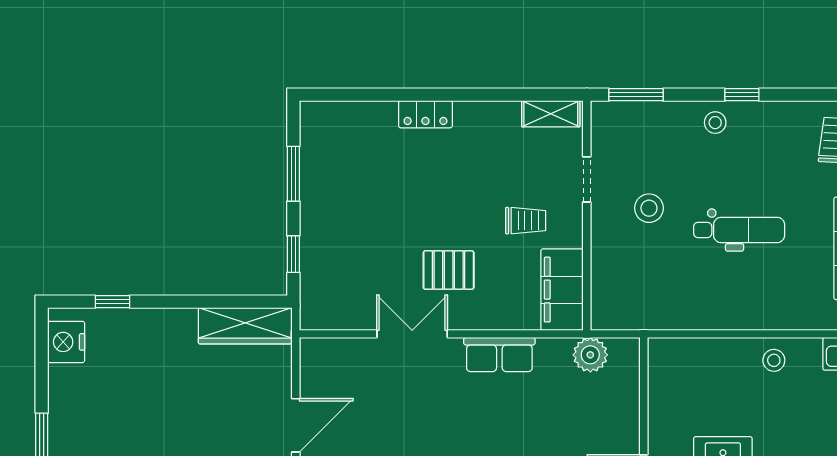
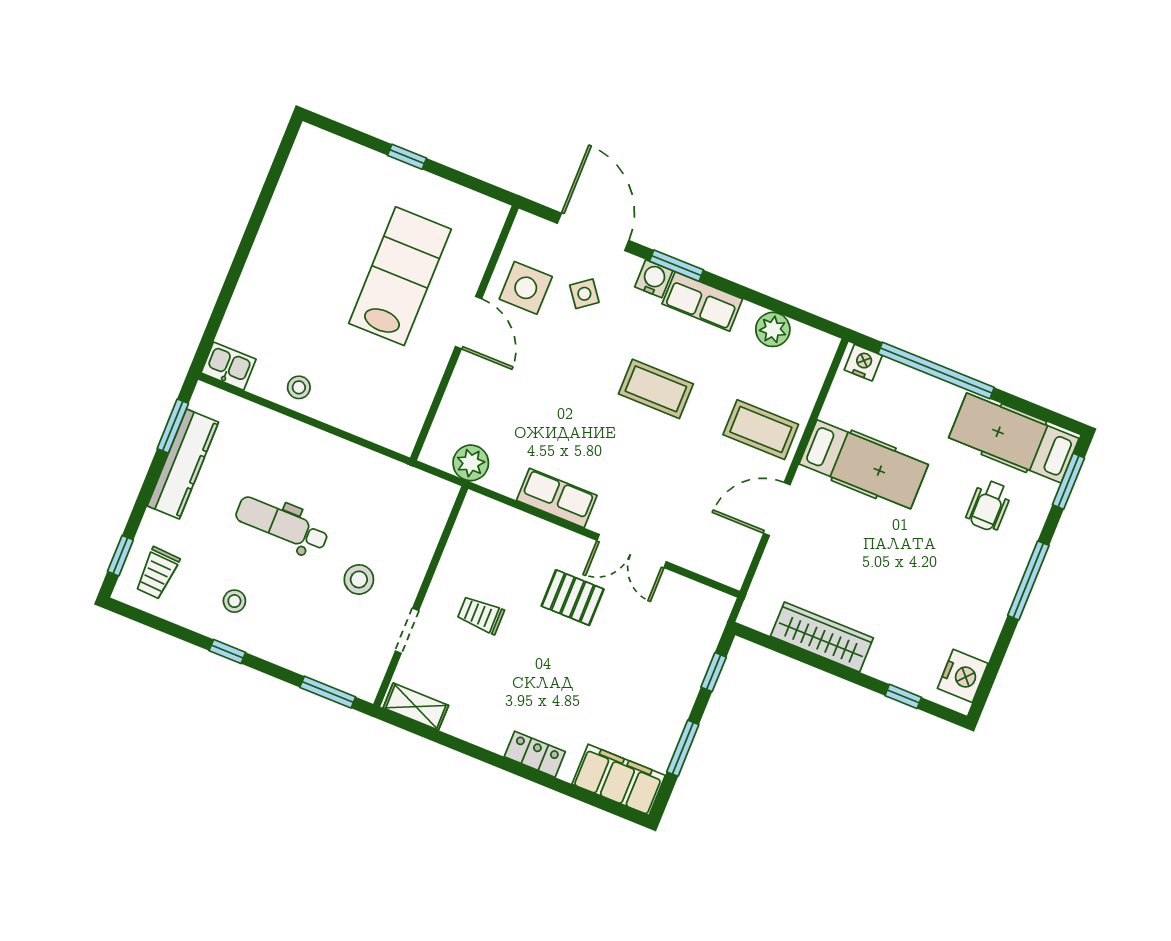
stool: (715, 123) -> (234, 601), moved
filing cabinet: (562, 290) -> (619, 780), moved, turned -90
wardrobe: (245, 326) -> (822, 637), moved

